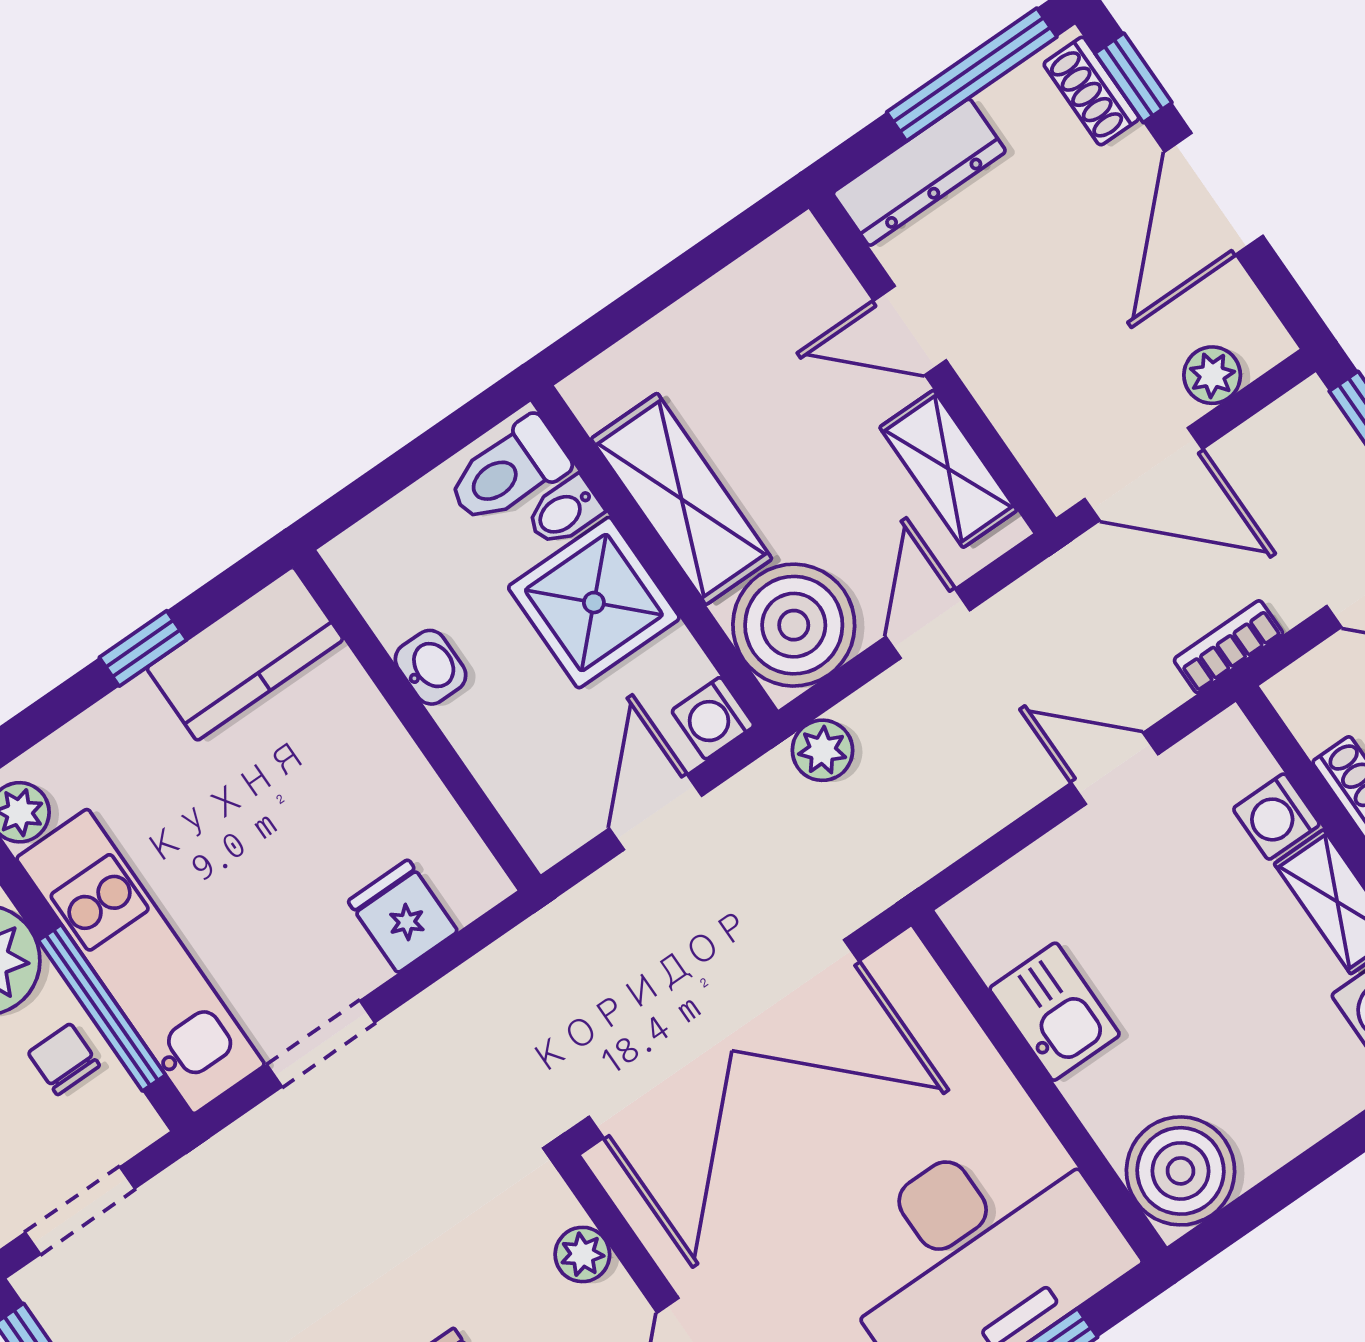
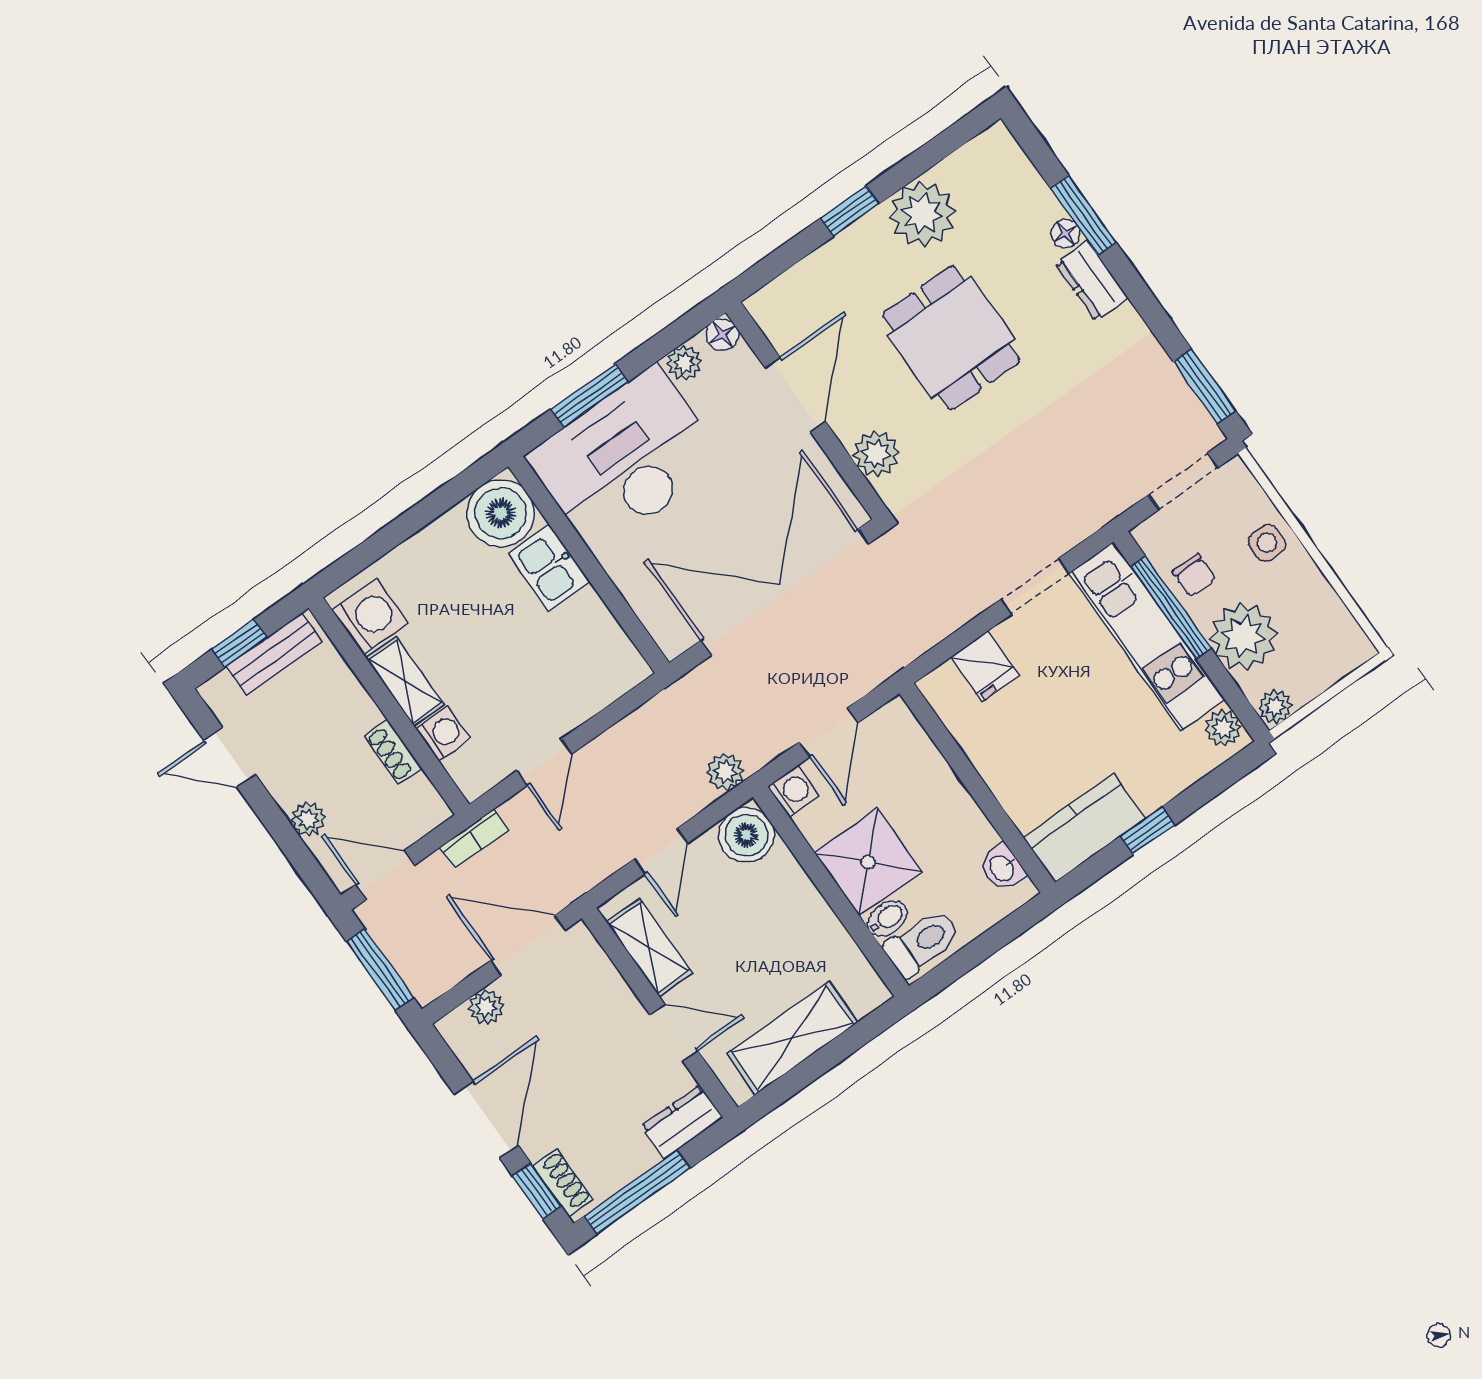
dresser: (919, 172) -> (682, 1122), width x0.70
shelving: (681, 499) -> (792, 1038), moved, turned 90
boiler: (794, 625) -> (746, 835), width x0.73, depth x0.73
washbasin: (431, 667) -> (1002, 868), moved
door: (1115, 768) -> (544, 762), hinge flipped
kitchen sink: (1055, 1012) -> (549, 568), moved
plant: (582, 1254) -> (876, 454), width x1.38, depth x1.38

